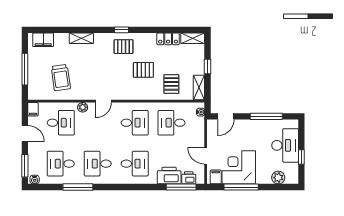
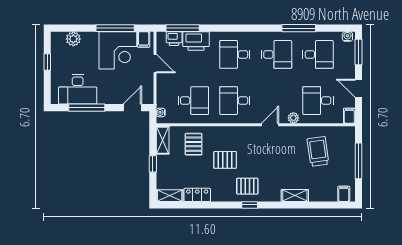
filing cabinet: (43, 40) -> (344, 194), width x0.50
desk: (285, 145) -> (78, 89), moved, turned -90

